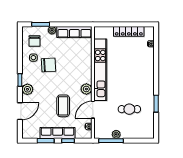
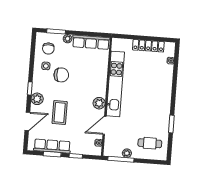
coffee table: (63, 106) -> (60, 112), moved
cafe table: (129, 109) -> (150, 143), moved
row of seats: (58, 133) -> (52, 146), moved

